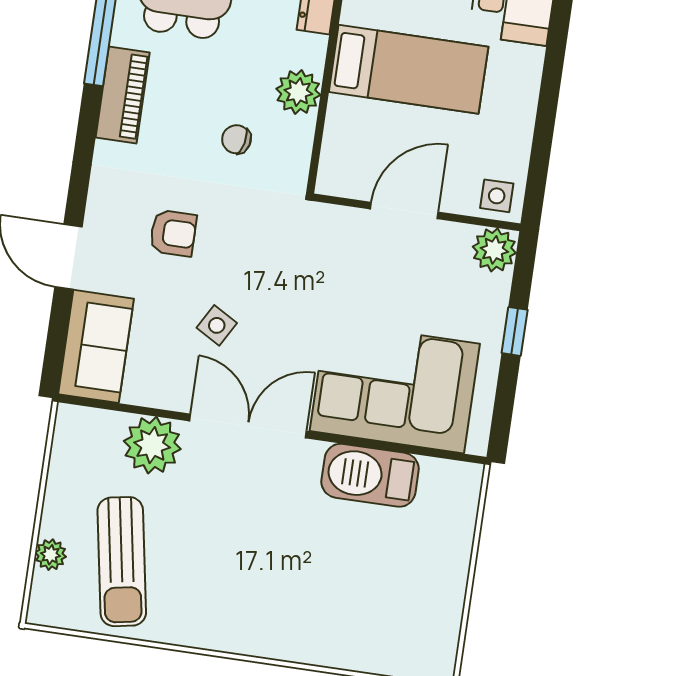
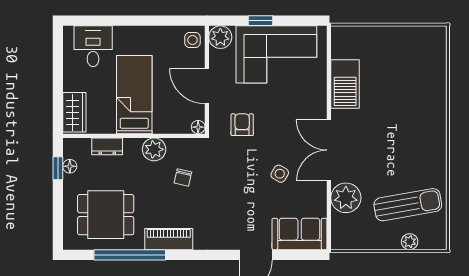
floor lamp: (329, 182) -> (198, 127), added
armchair: (173, 233) -> (242, 125), moved
corner sofa: (395, 387) -> (276, 54), moved, turned -90

